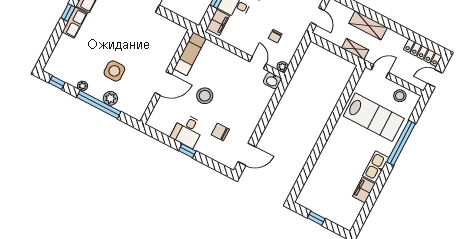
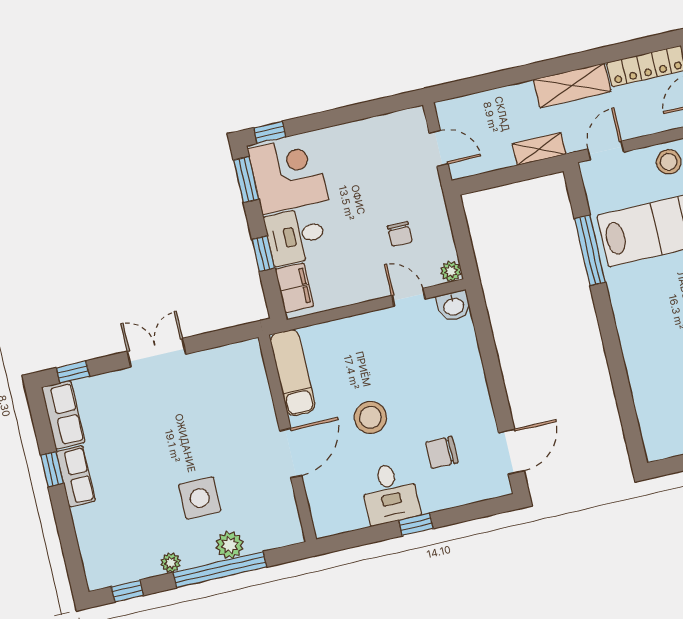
shelving: (368, 25) -> (572, 85), moved
window: (342, 104) -> (590, 250), added

